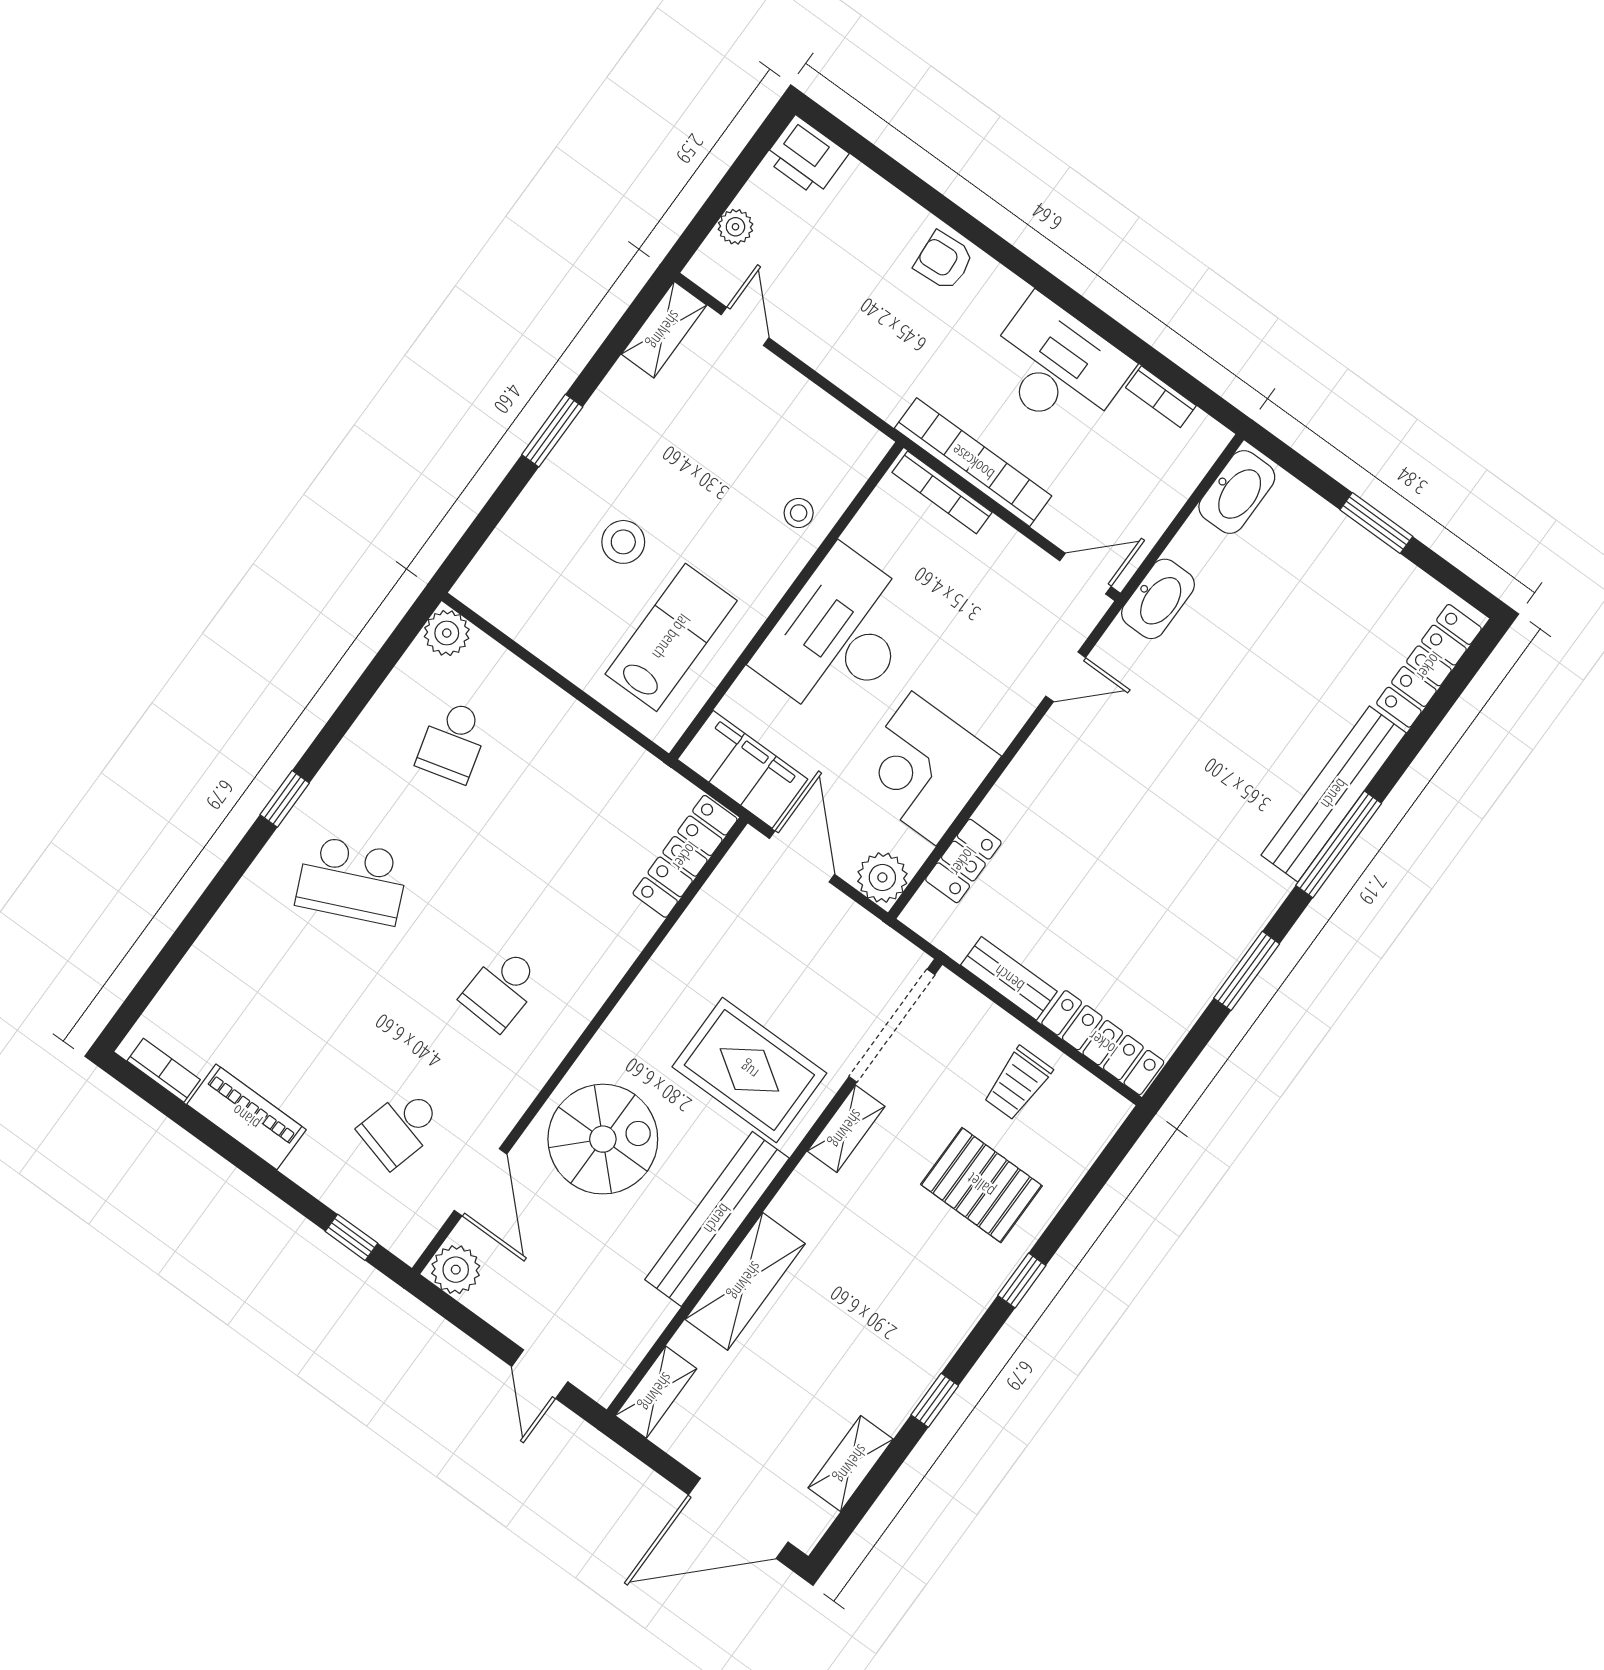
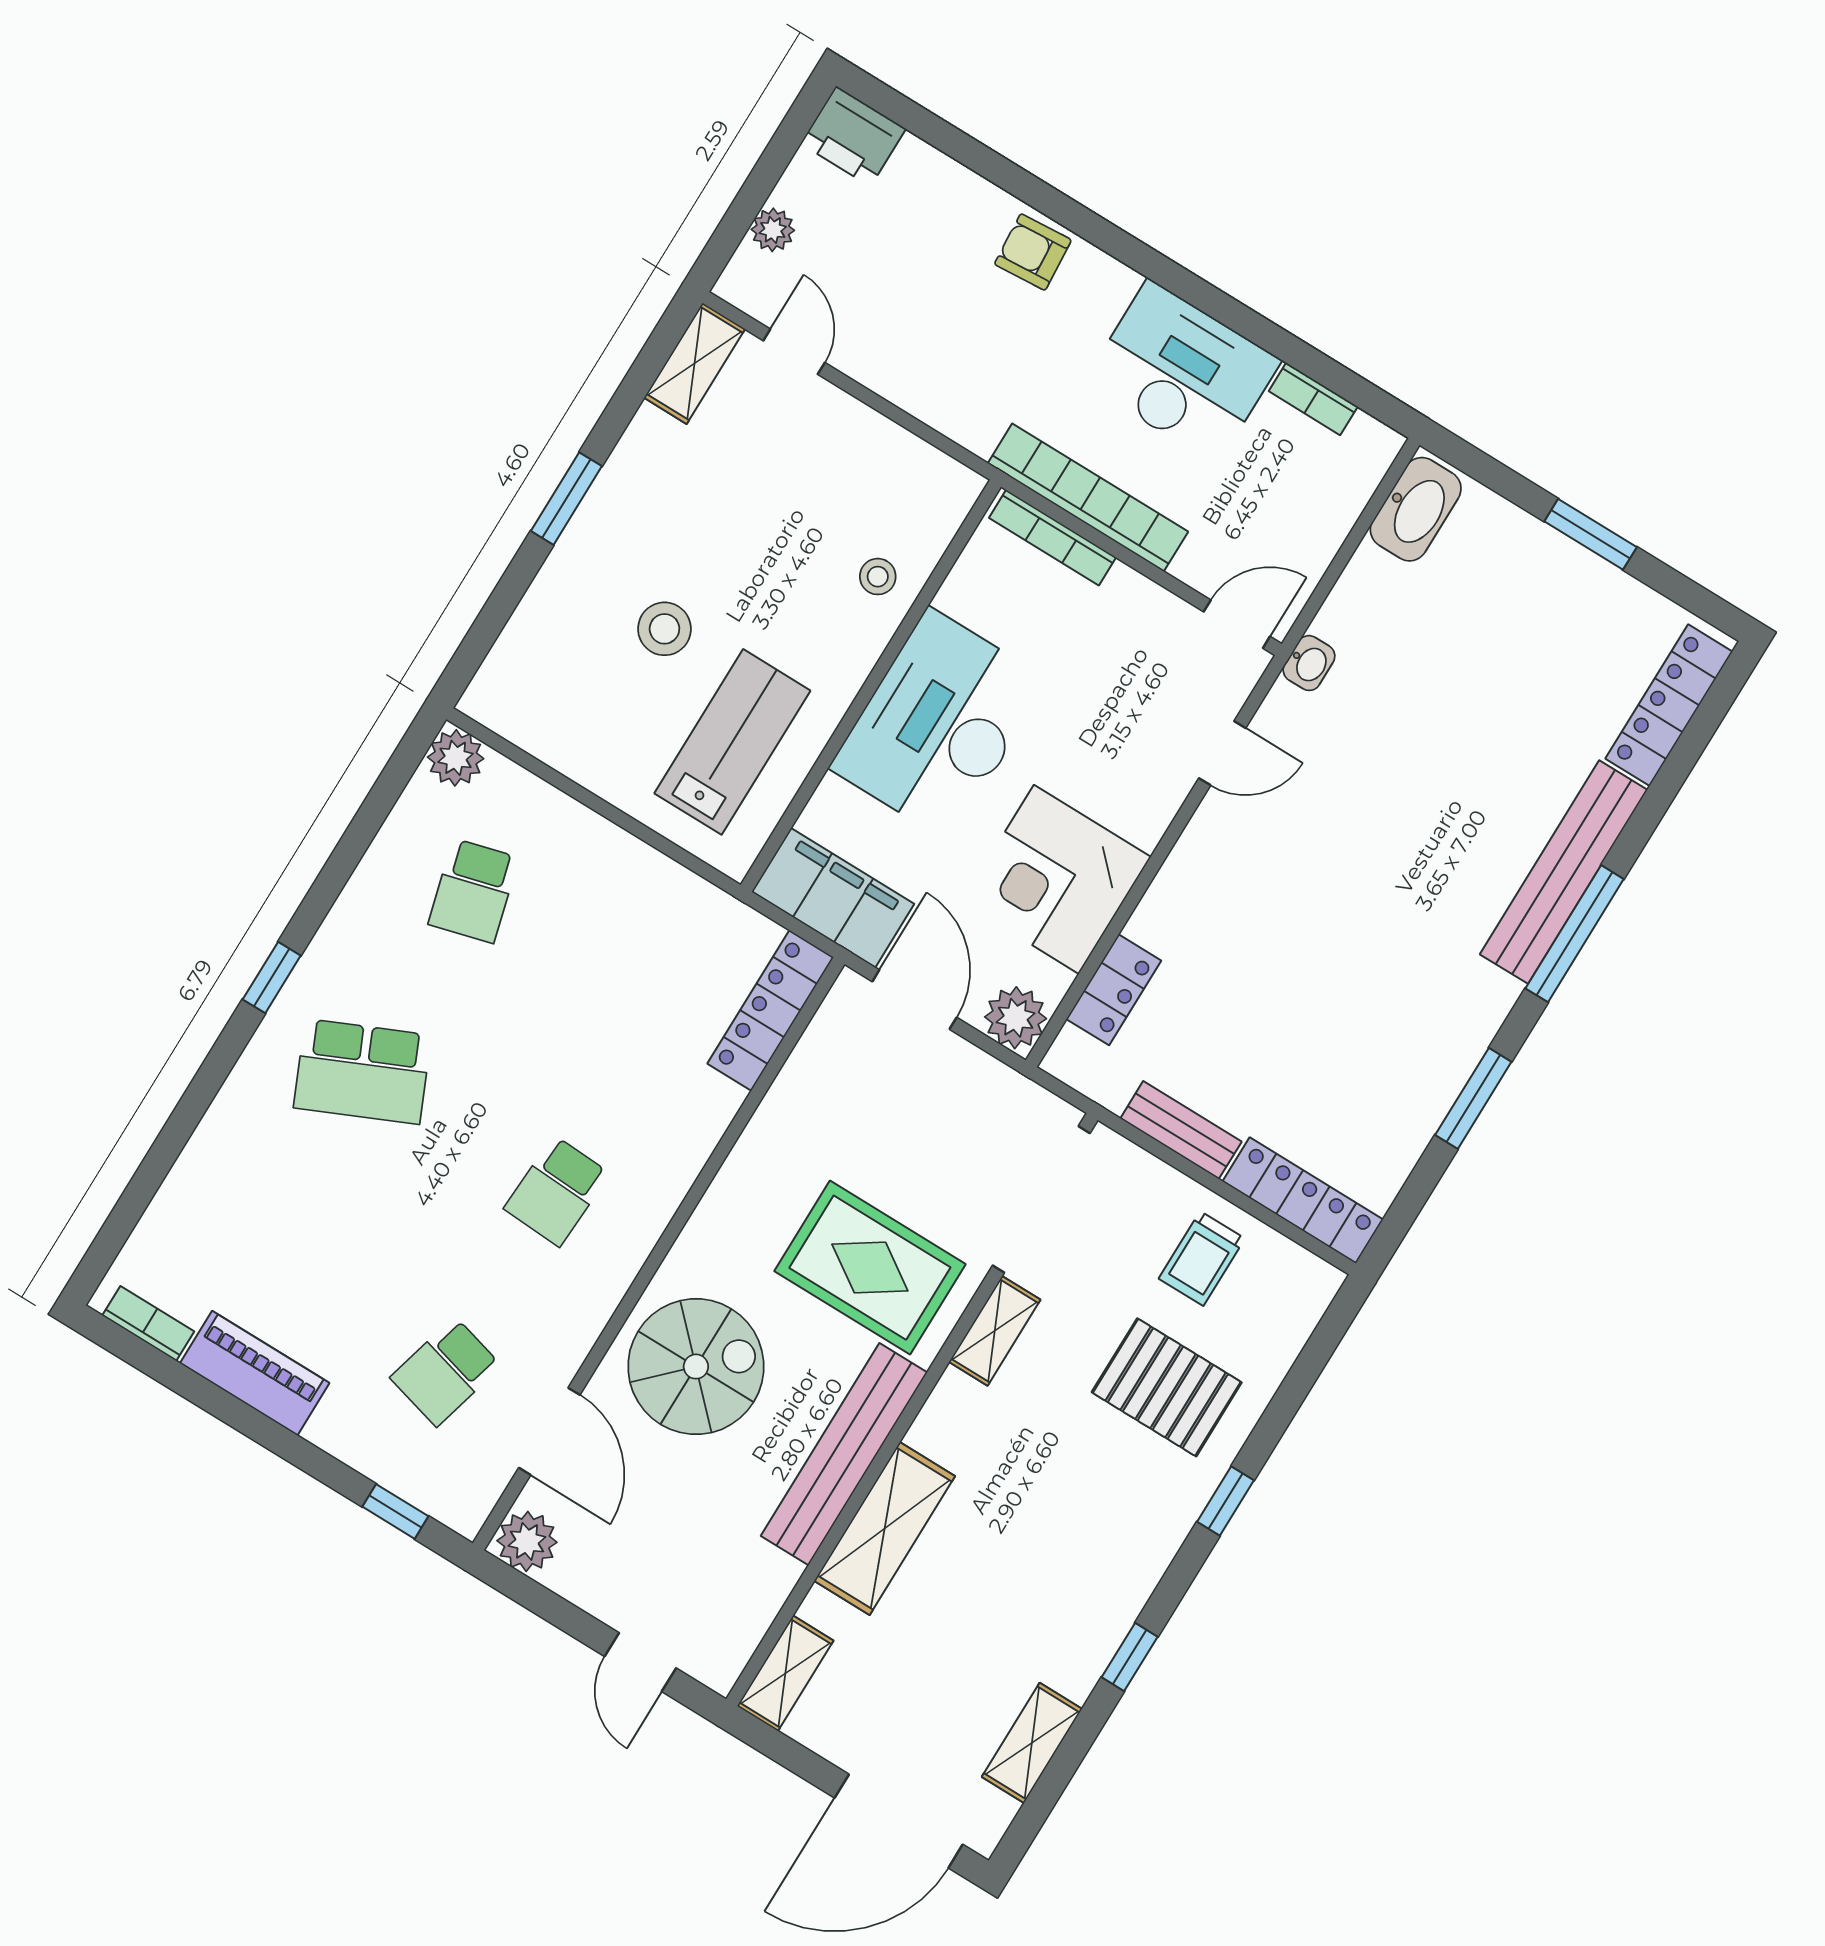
washbasin: (1158, 599) -> (1309, 663), width x0.52, depth x0.69

